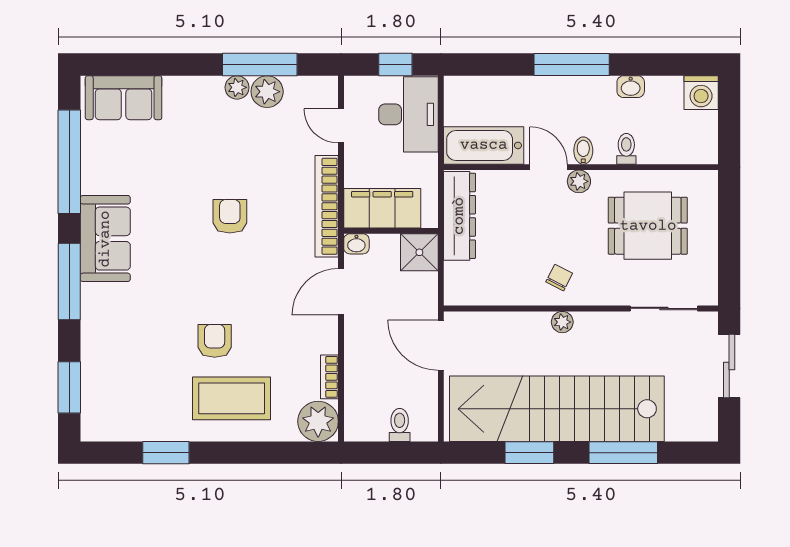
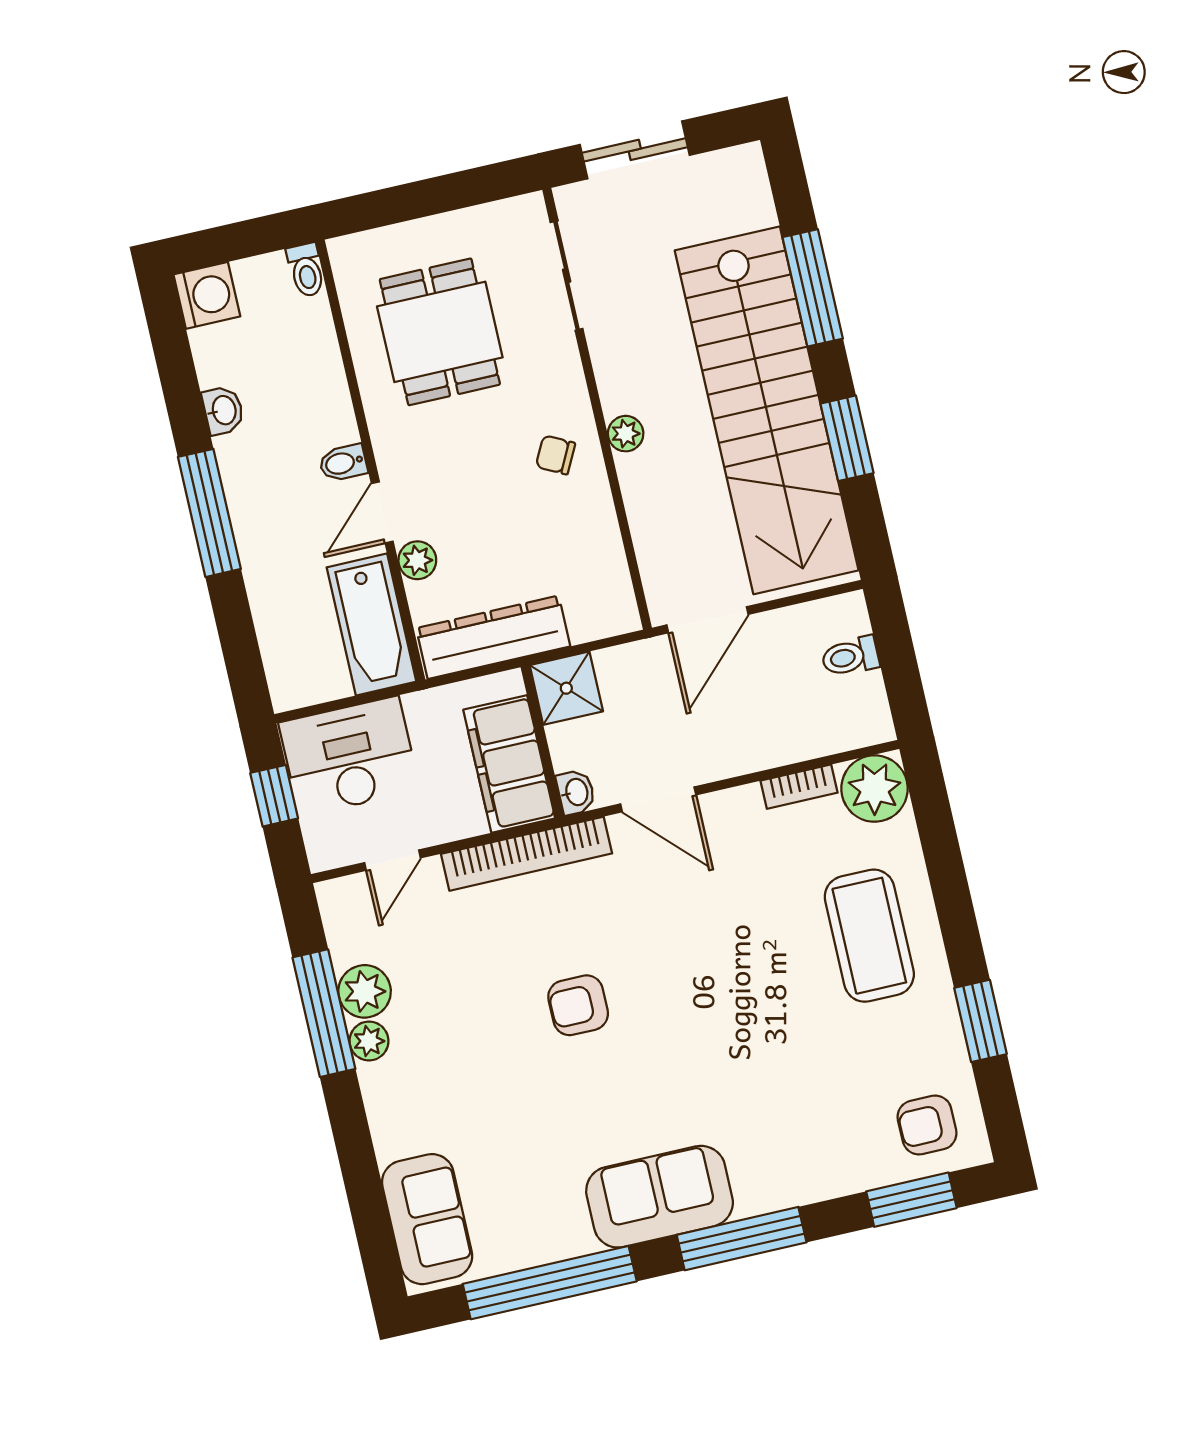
toilet: (626, 149) -> (306, 270), moved, turned -90
plant: (579, 181) -> (417, 560), moved
armchair: (215, 341) -> (927, 1125), moved

